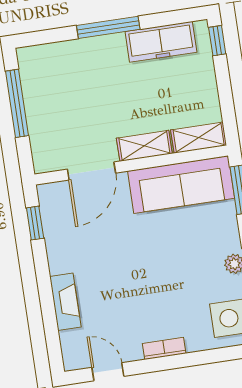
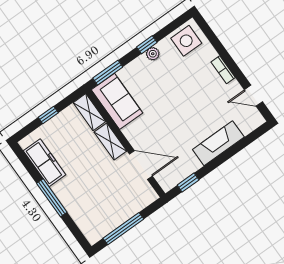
window: (217, 41) -> (48, 115), moved
sofa: (181, 185) -> (117, 101), width x0.73
fireplace: (65, 302) -> (218, 143), width x1.37, depth x1.32
door: (108, 372) -> (254, 96), hinge flipped

